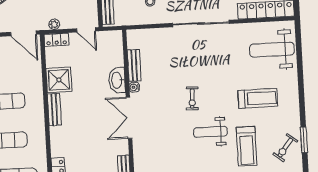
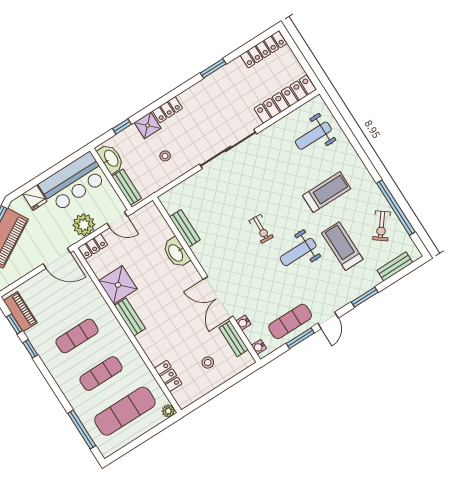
plant: (54, 24) -> (84, 225), width x1.88, depth x1.88
weight bench: (272, 50) -> (313, 136), width x0.73, depth x0.75
water cooler: (134, 87) -> (243, 323), moved
double door: (129, 118) -> (218, 298), moved
window: (304, 140) -> (396, 208), width x2.11
treadmill: (247, 146) -> (342, 246), turned 180

